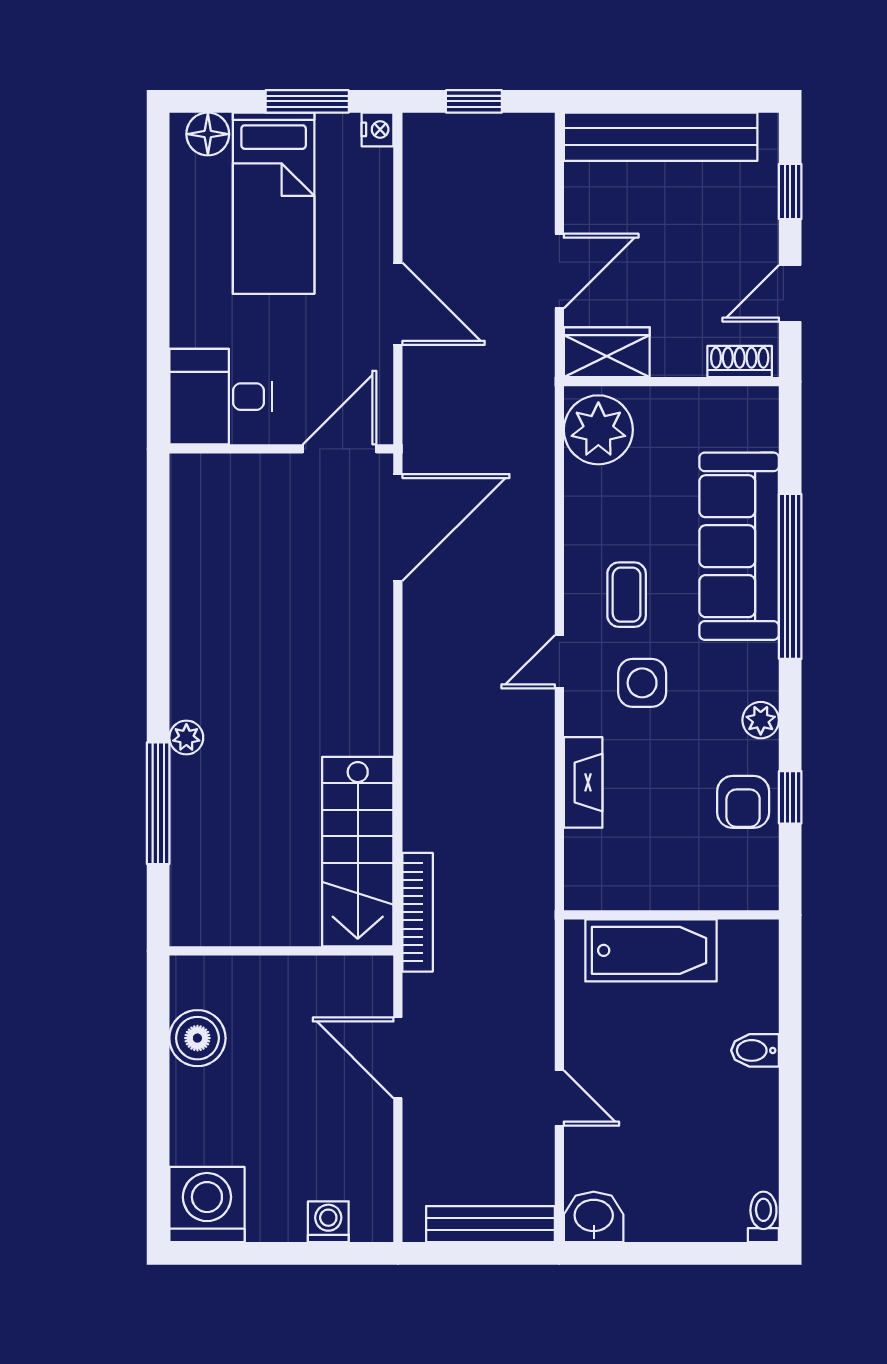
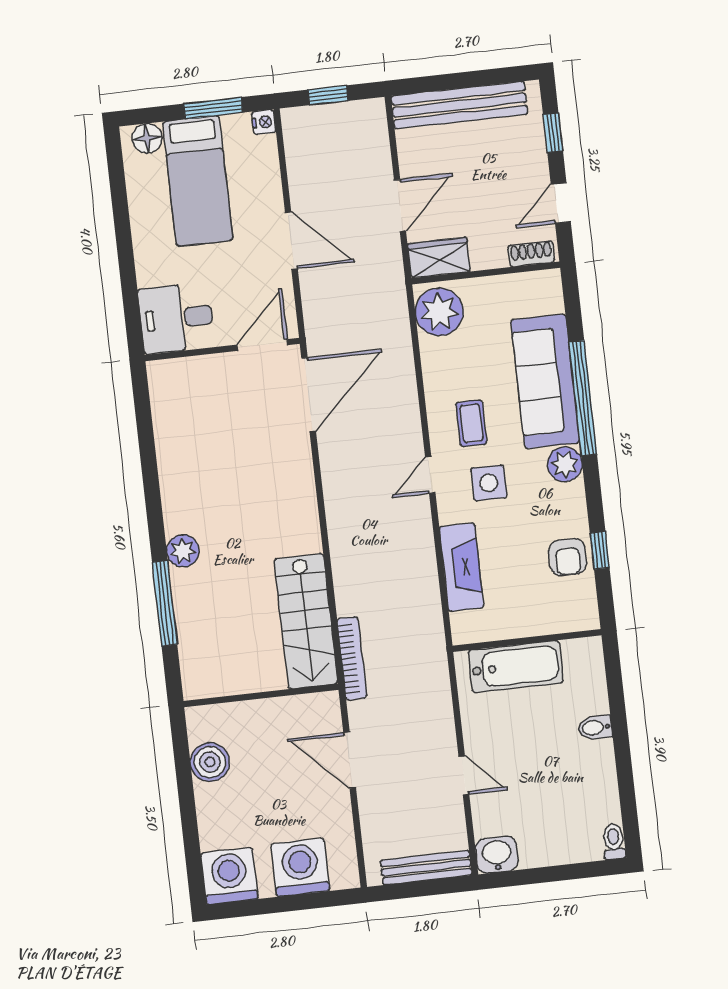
plant: (761, 720) -> (565, 464), moved, width x1.38, depth x1.38
plant: (186, 738) -> (183, 551), width x1.38, depth x1.38
fireplace: (583, 782) -> (461, 567), width x1.37, depth x1.32
washing machine: (328, 1222) -> (300, 867), width x1.89, depth x1.89

